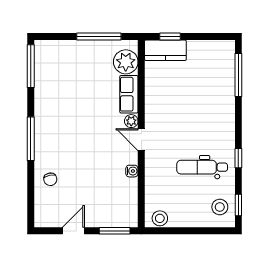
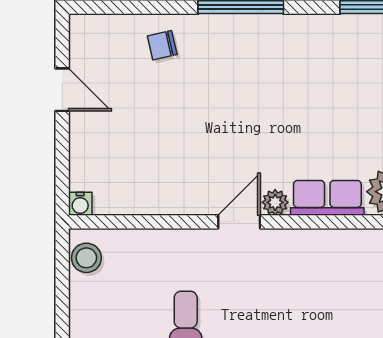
water cooler: (132, 171) -> (80, 204), moved
window: (115, 231) -> (62, 170), removed

